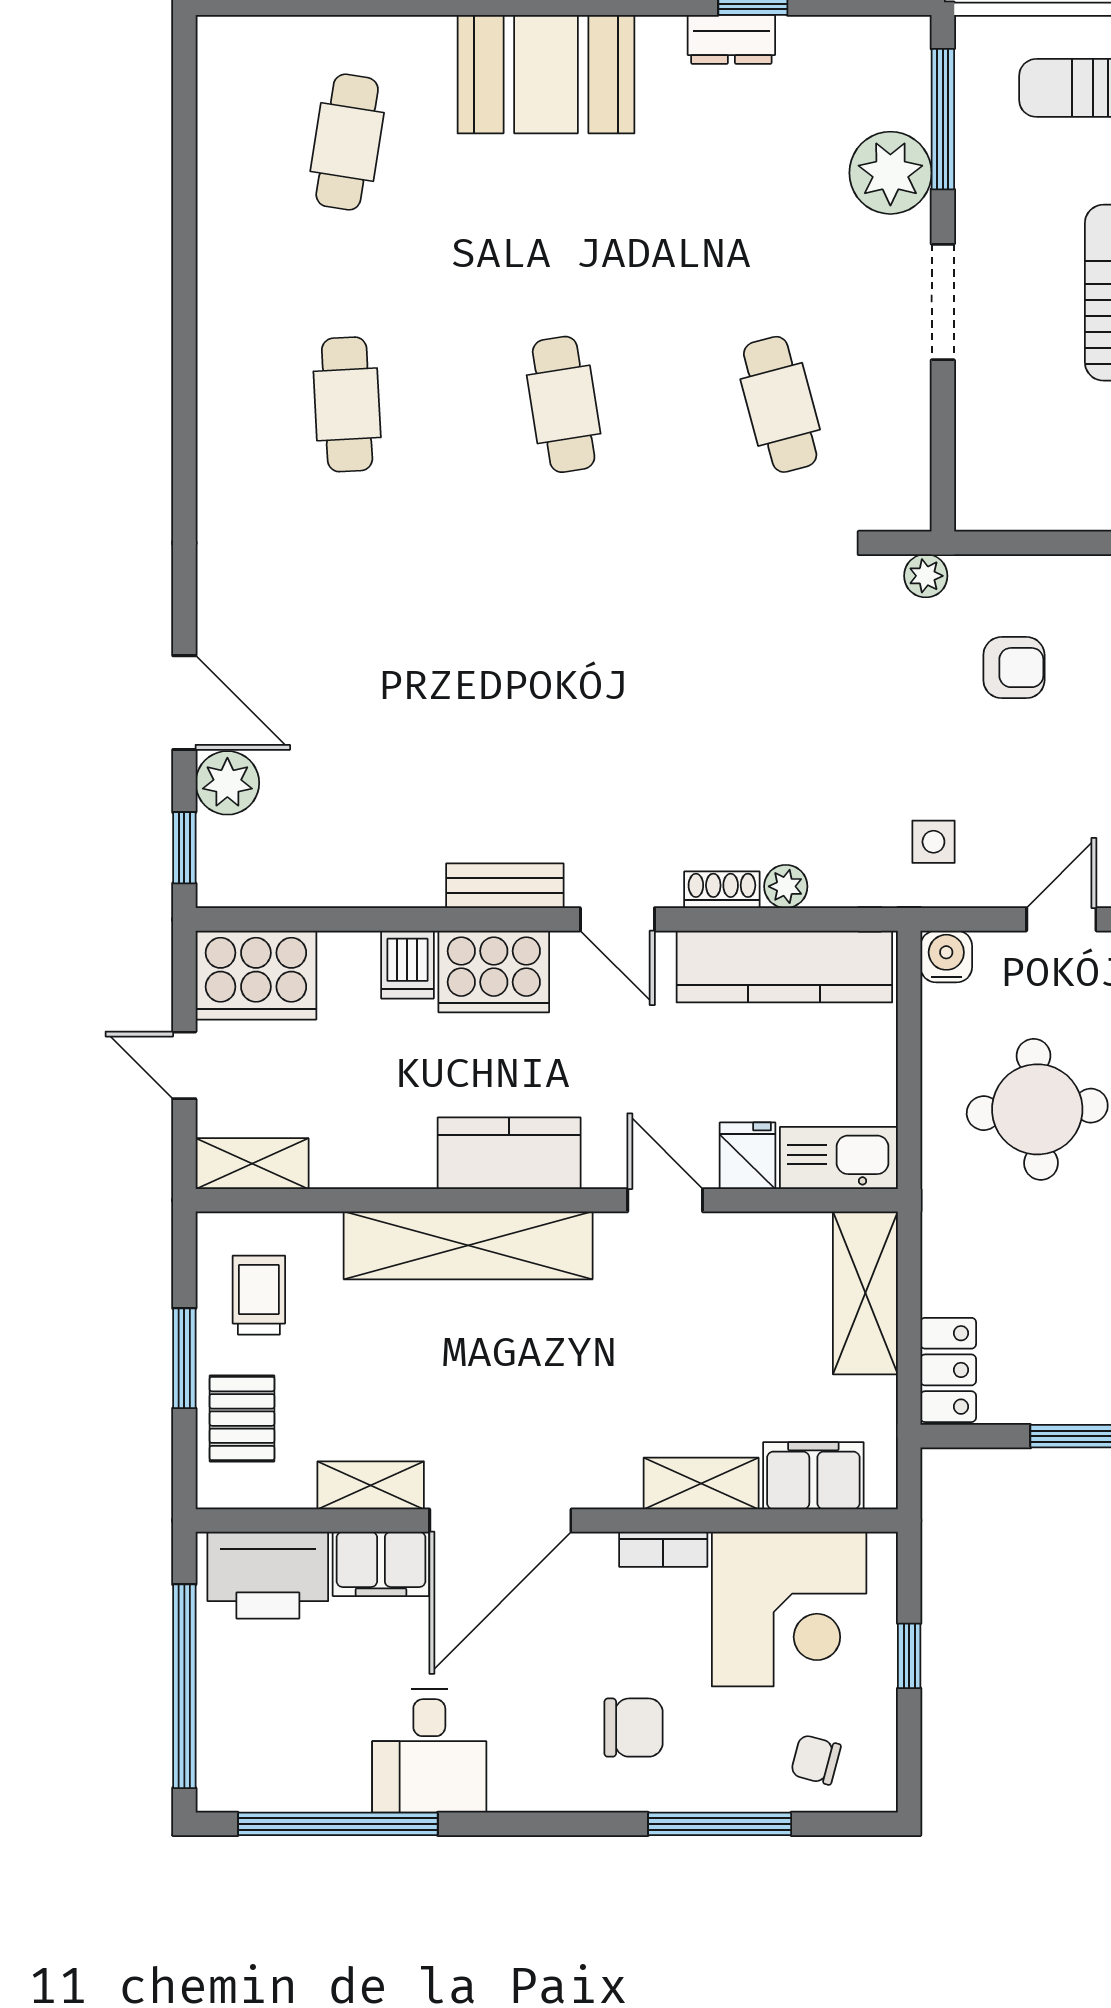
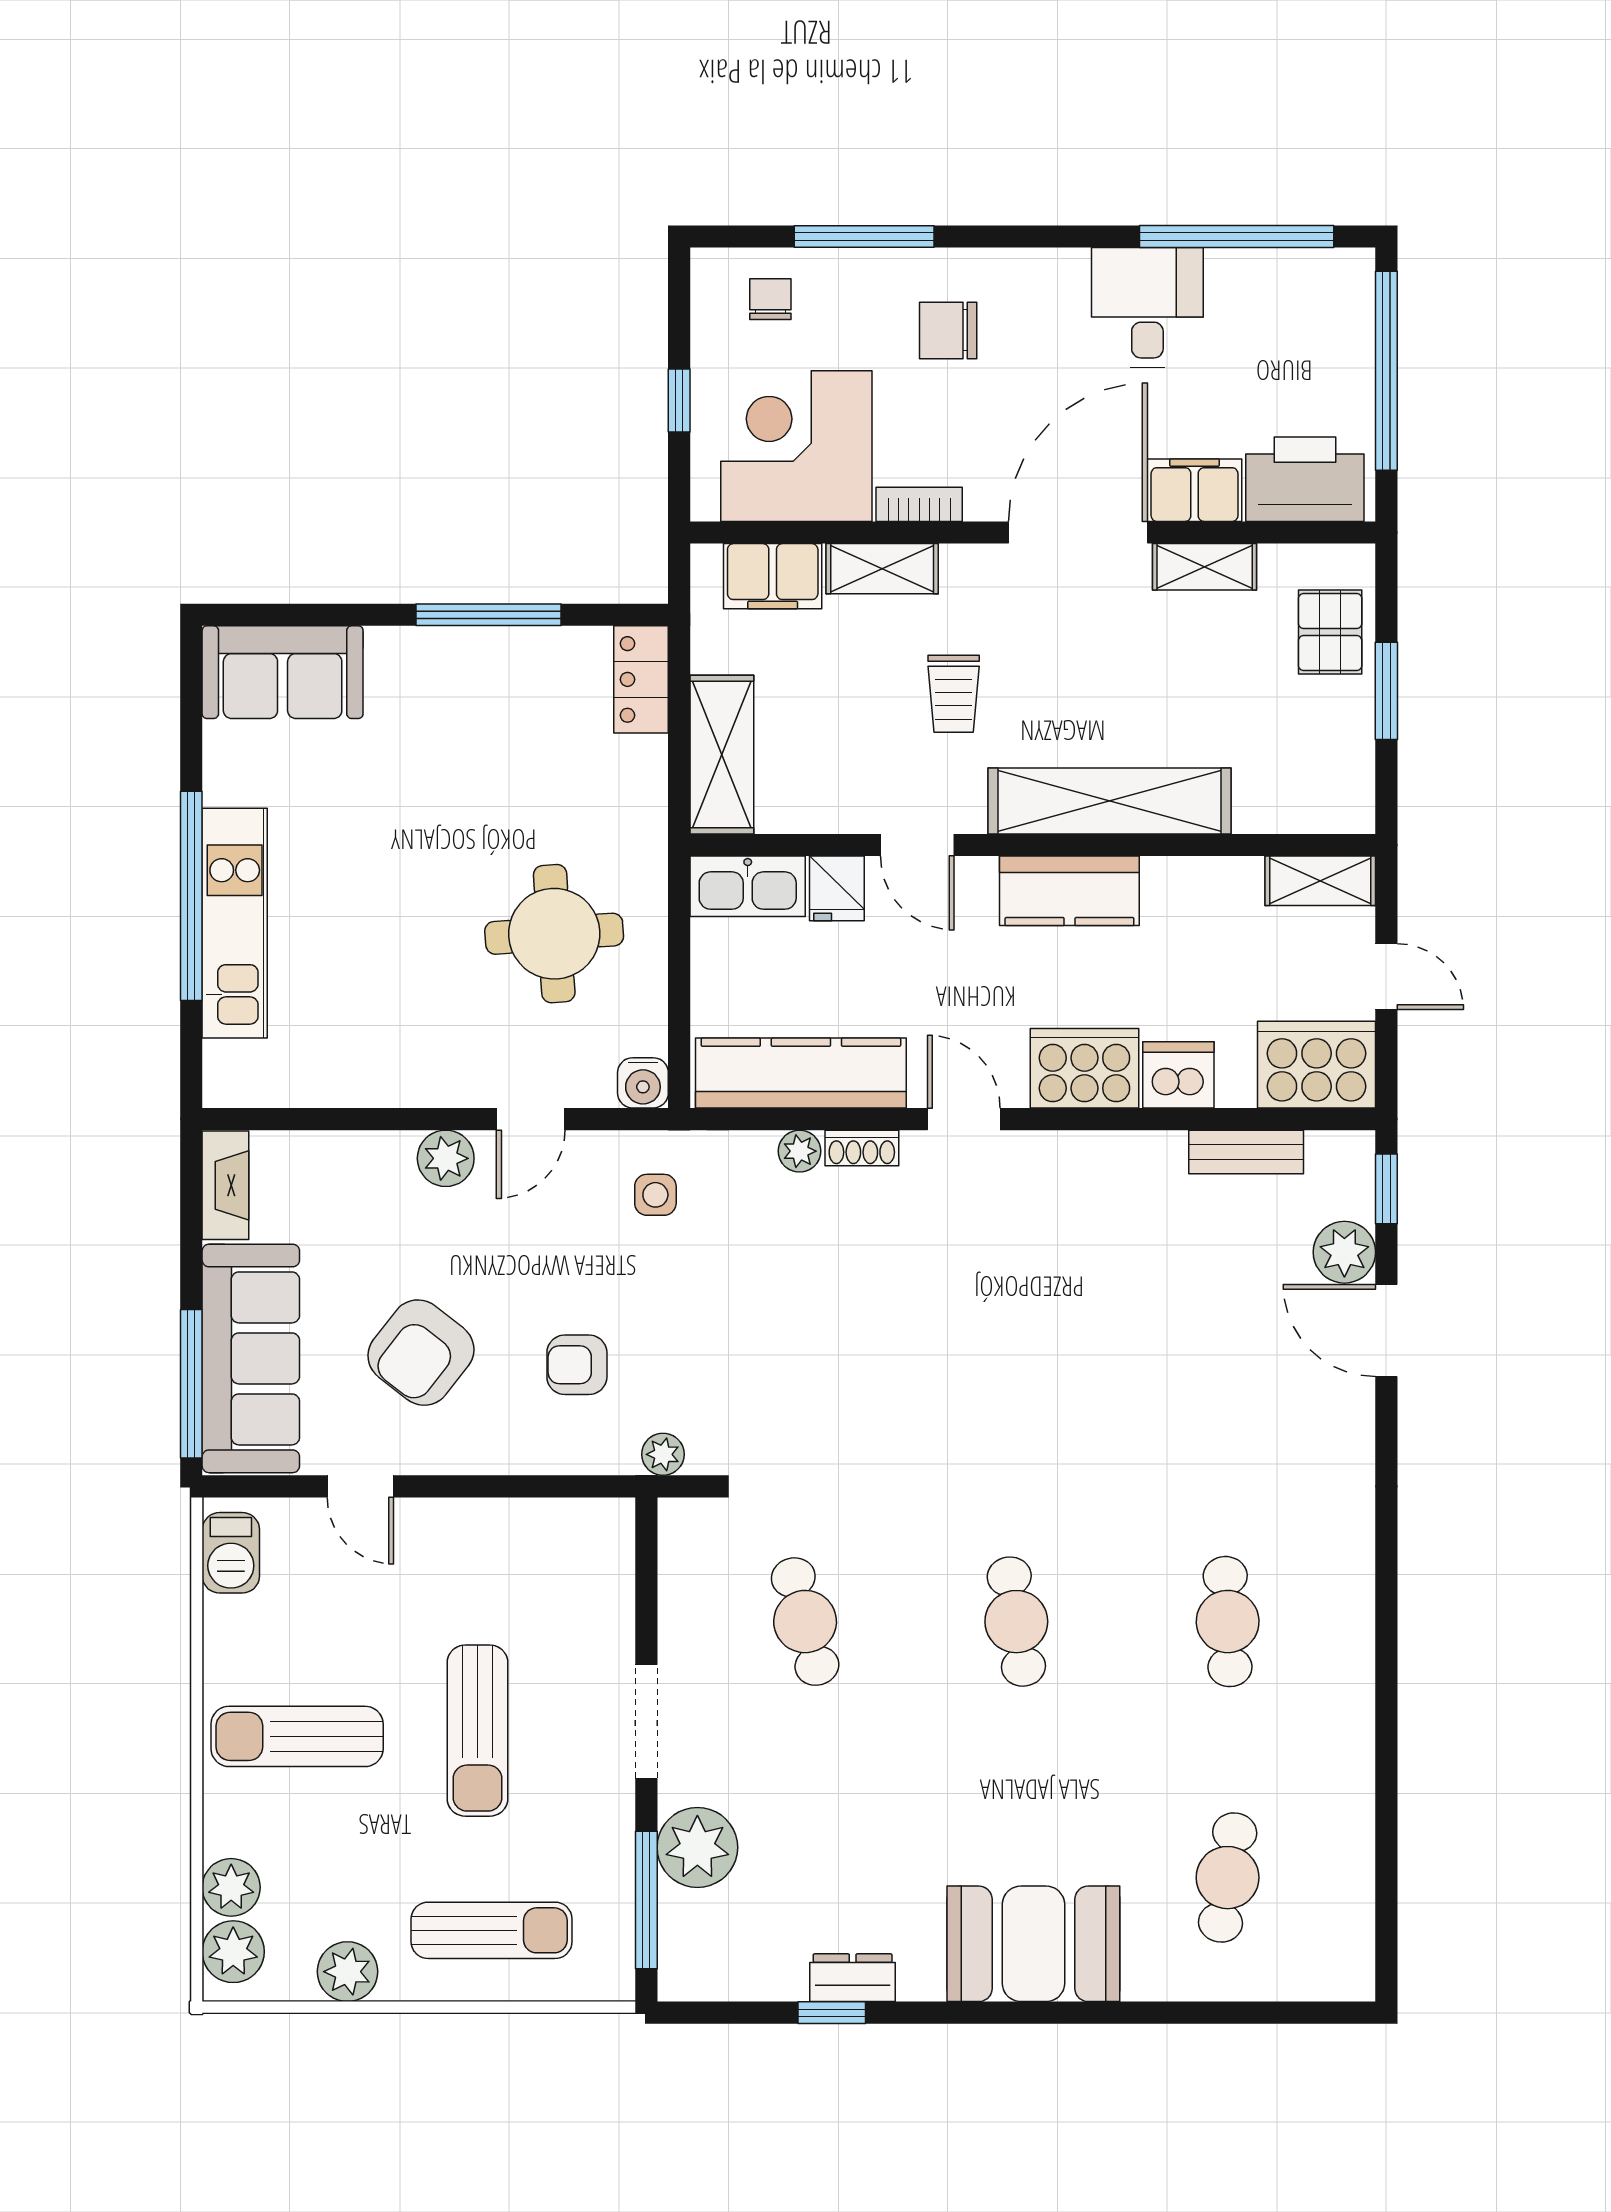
bench: (505, 886) -> (1246, 1152), moved
dishwasher: (407, 965) -> (1178, 1075), width x1.38
trolley: (259, 1295) -> (954, 694), moved
chair: (816, 1760) -> (770, 299), turned -105

